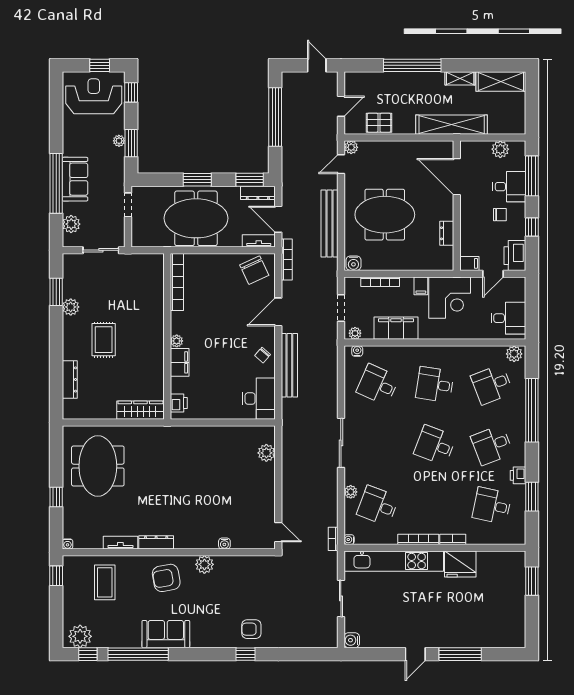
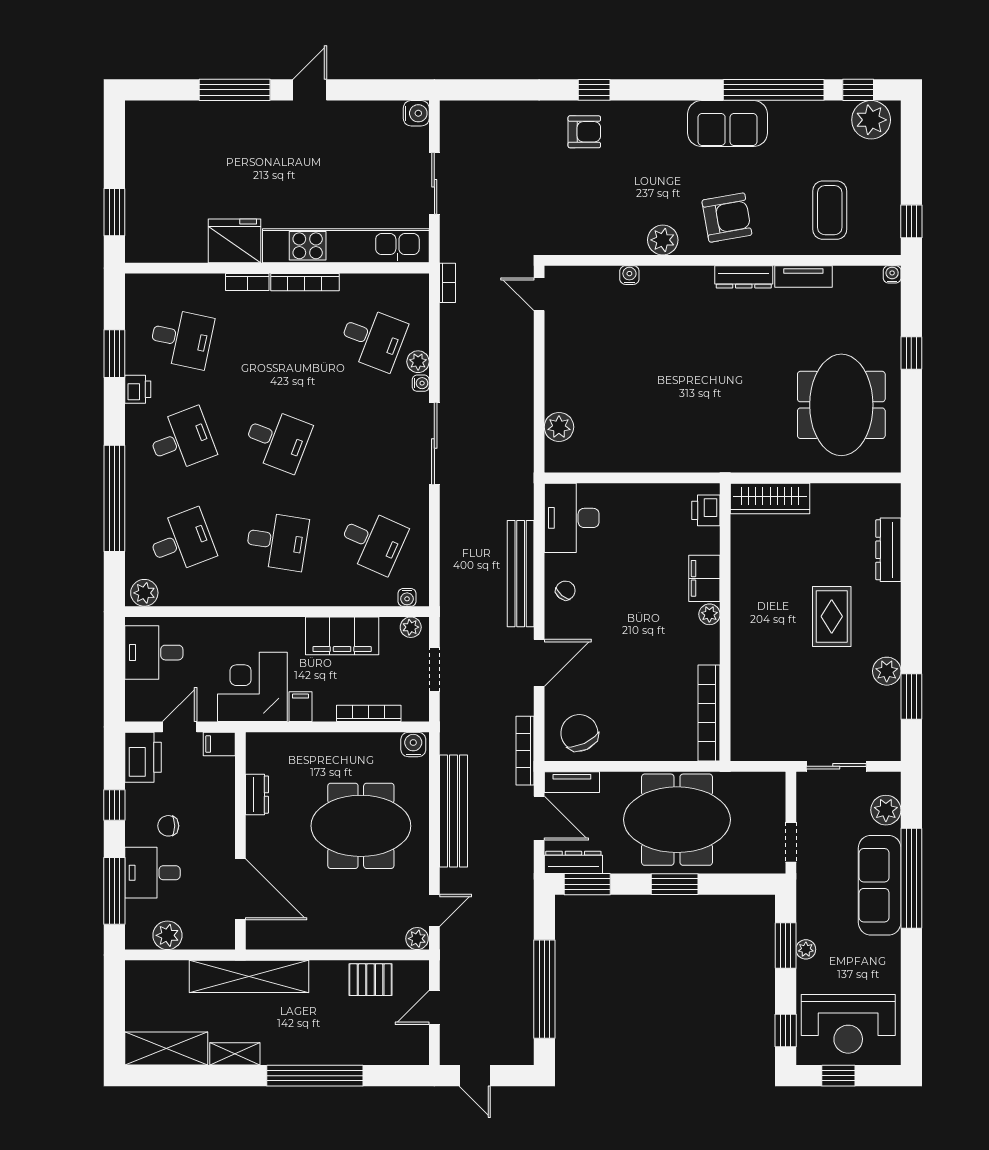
sofa: (75, 179) -> (880, 885), width x1.36
water cooler: (349, 540) -> (421, 383), moved

